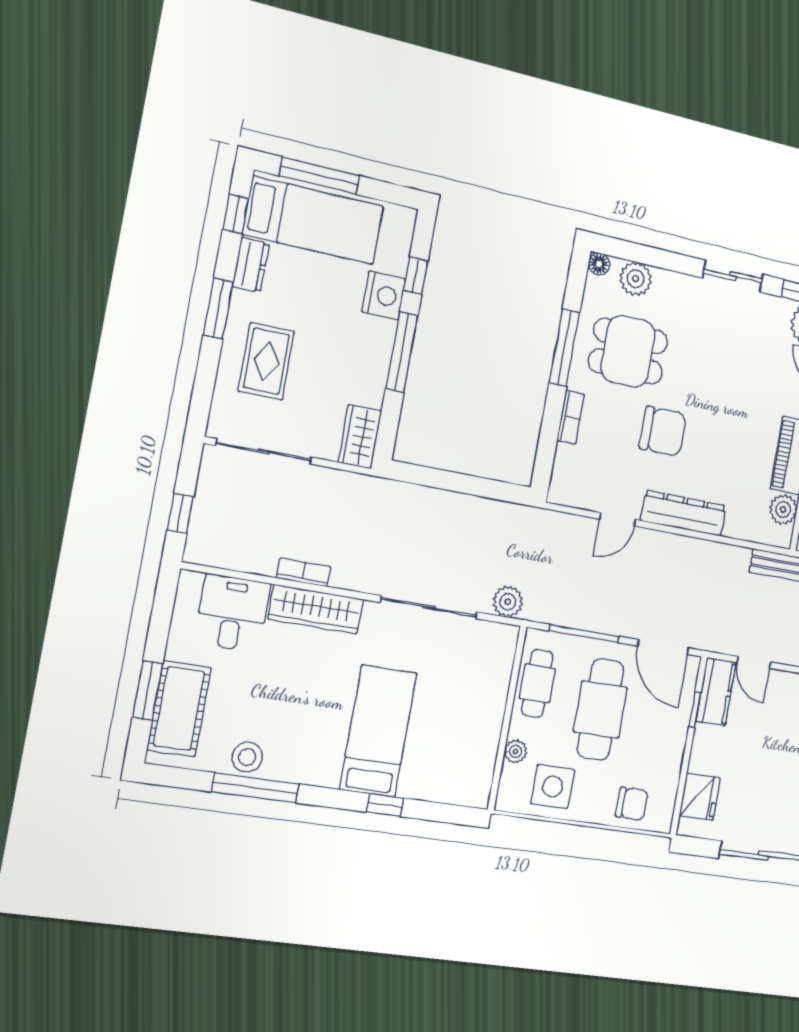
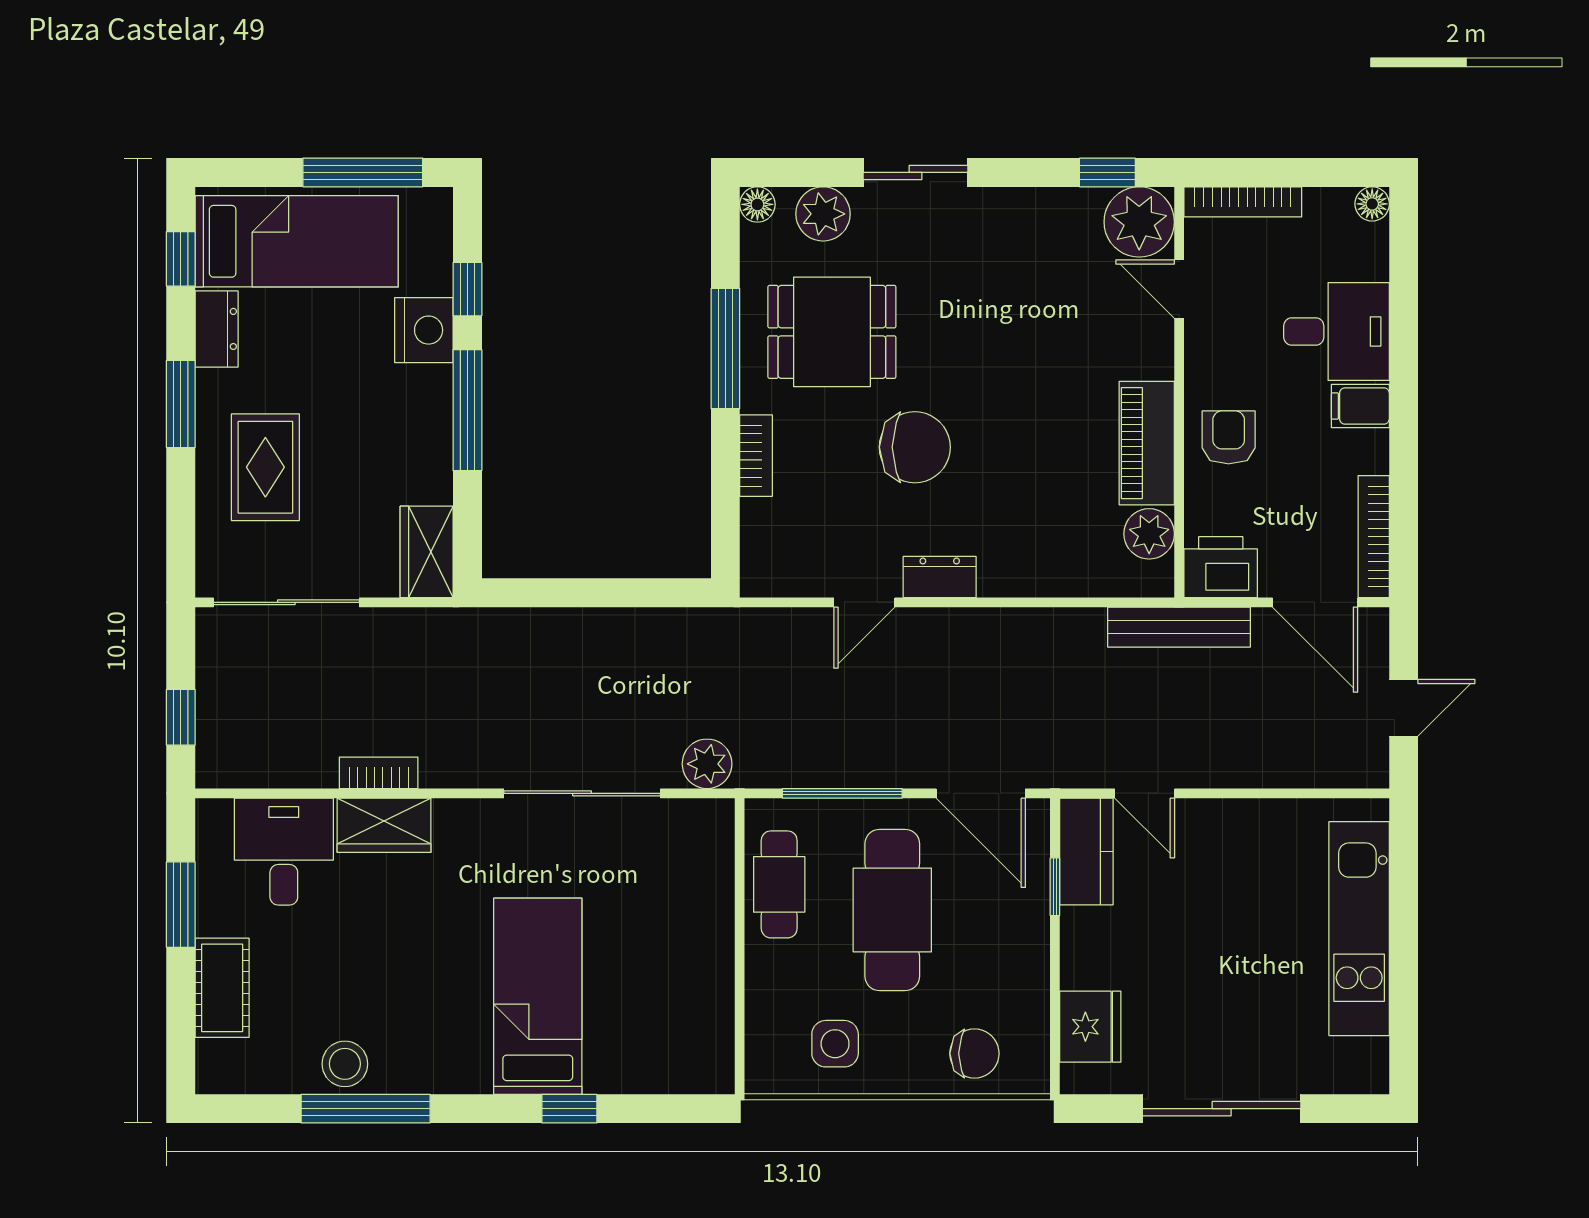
window: (319, 176) -> (363, 172), moved
sliding door: (733, 276) -> (915, 172), moved
dresser: (683, 513) -> (940, 577), width x0.51, depth x0.80
wardrobe: (316, 609) -> (384, 825), width x0.67
window: (148, 691) -> (181, 905), moved
cot: (179, 709) -> (222, 988), width x0.73, depth x0.75
plant: (515, 751) -> (763, 997), removed
side table: (553, 787) -> (835, 1044), width x0.73, depth x0.73

